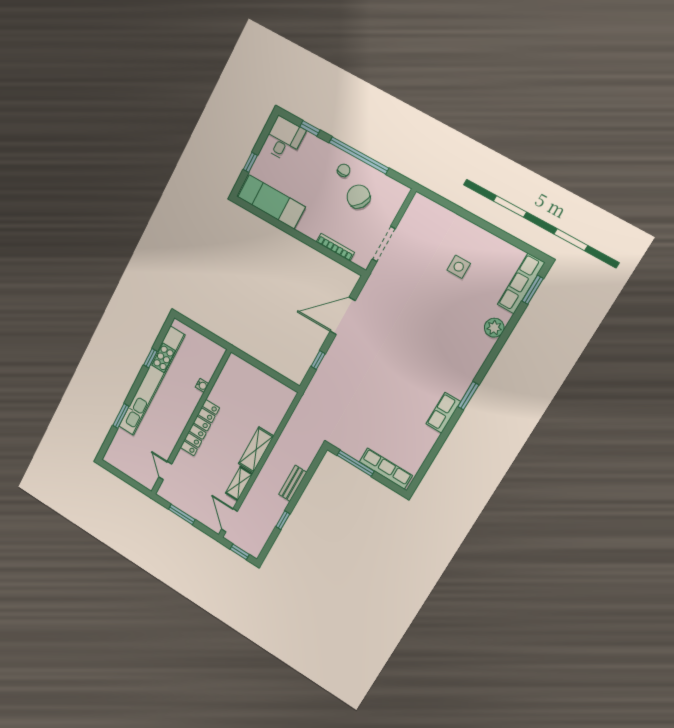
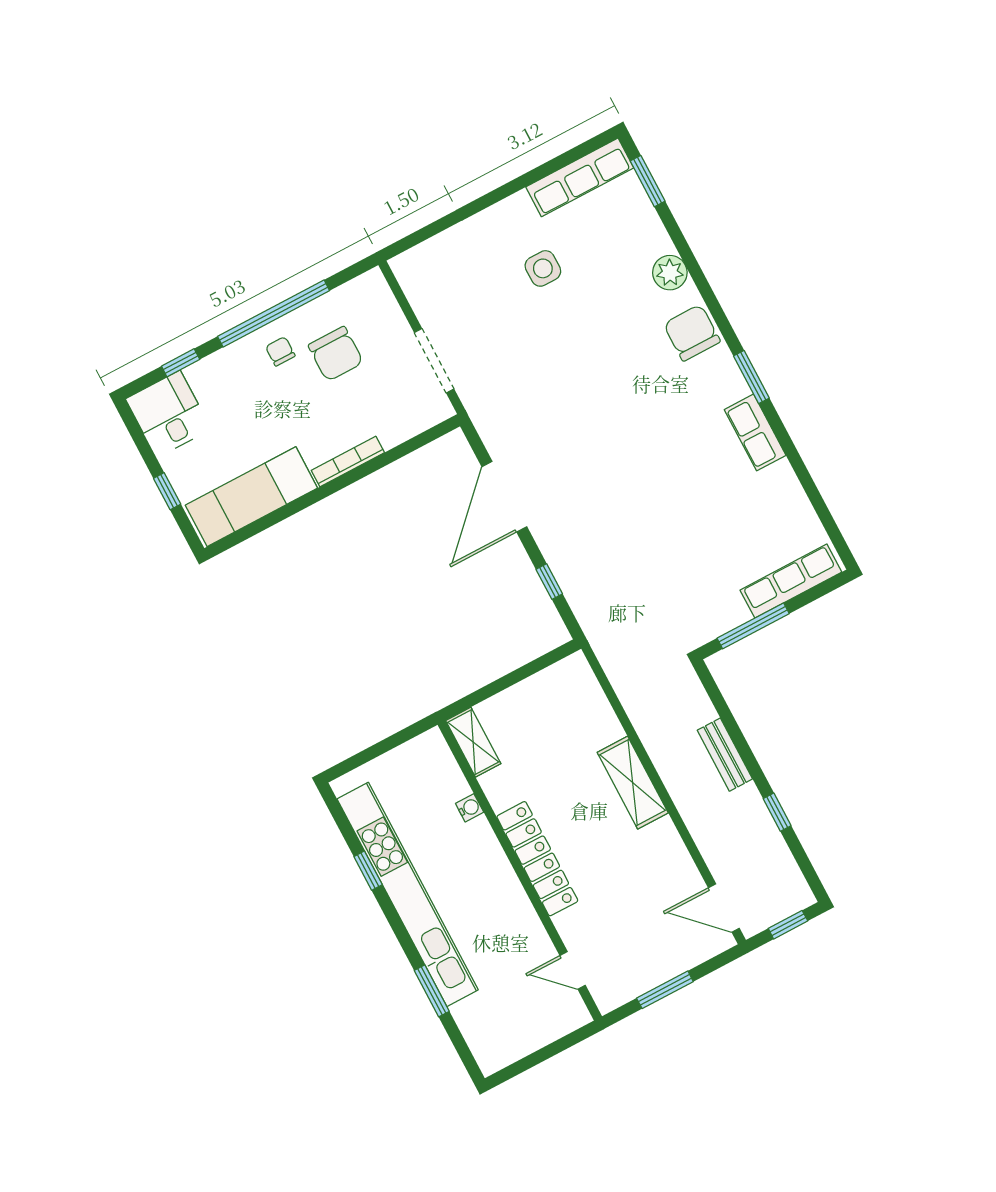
chair: (358, 197) -> (336, 354), turned -125
bookcase: (335, 247) -> (348, 461), moved
row of seats: (521, 284) -> (580, 177), moved, turned -90
chair: (472, 355) -> (692, 333), added
shelving: (239, 484) -> (473, 742), moved

